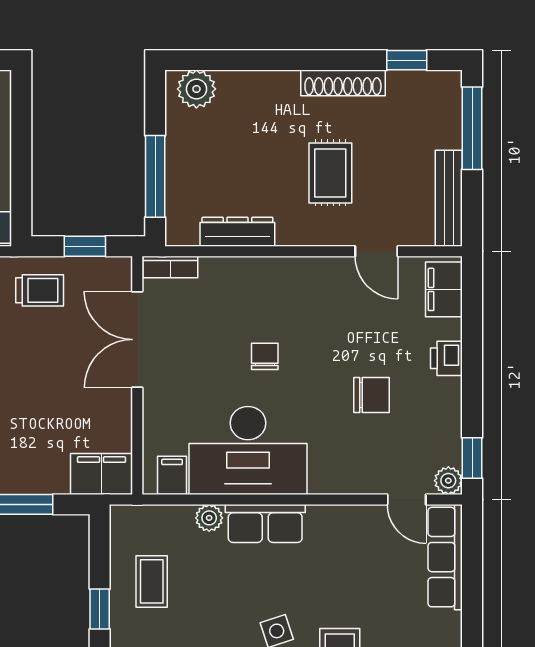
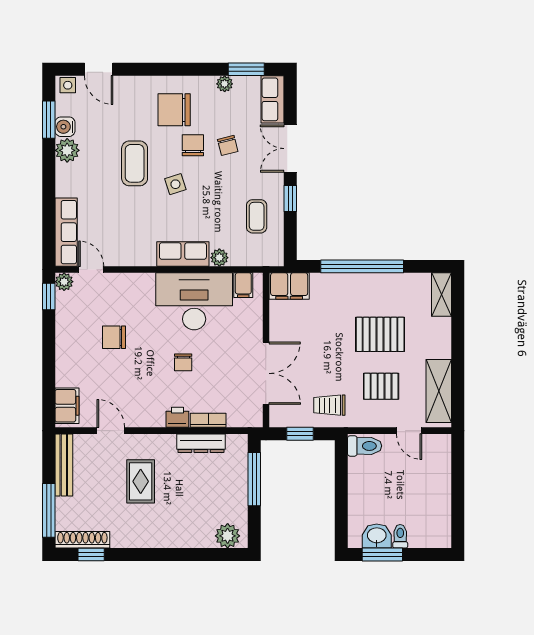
shoe rack: (343, 83) -> (82, 540), moved
bookcase: (170, 267) -> (208, 420), moved
printer: (446, 358) -> (177, 417), moved, turned -90

